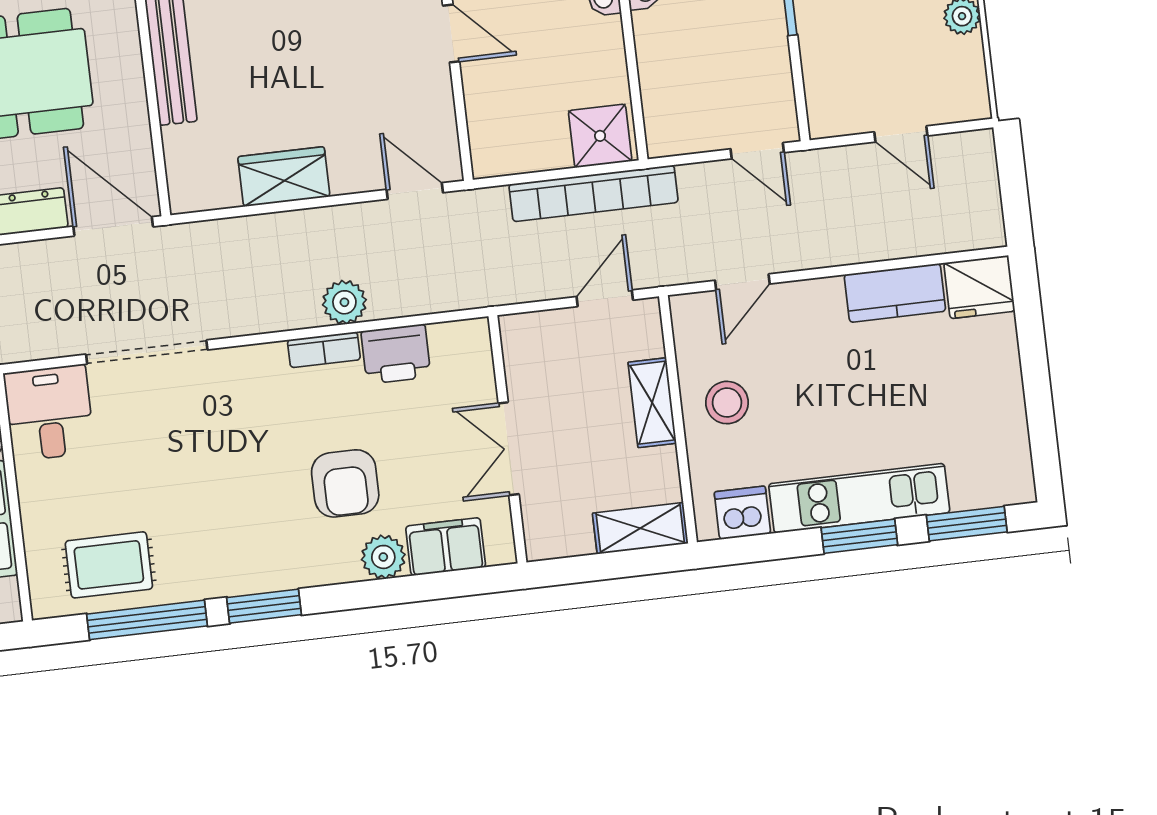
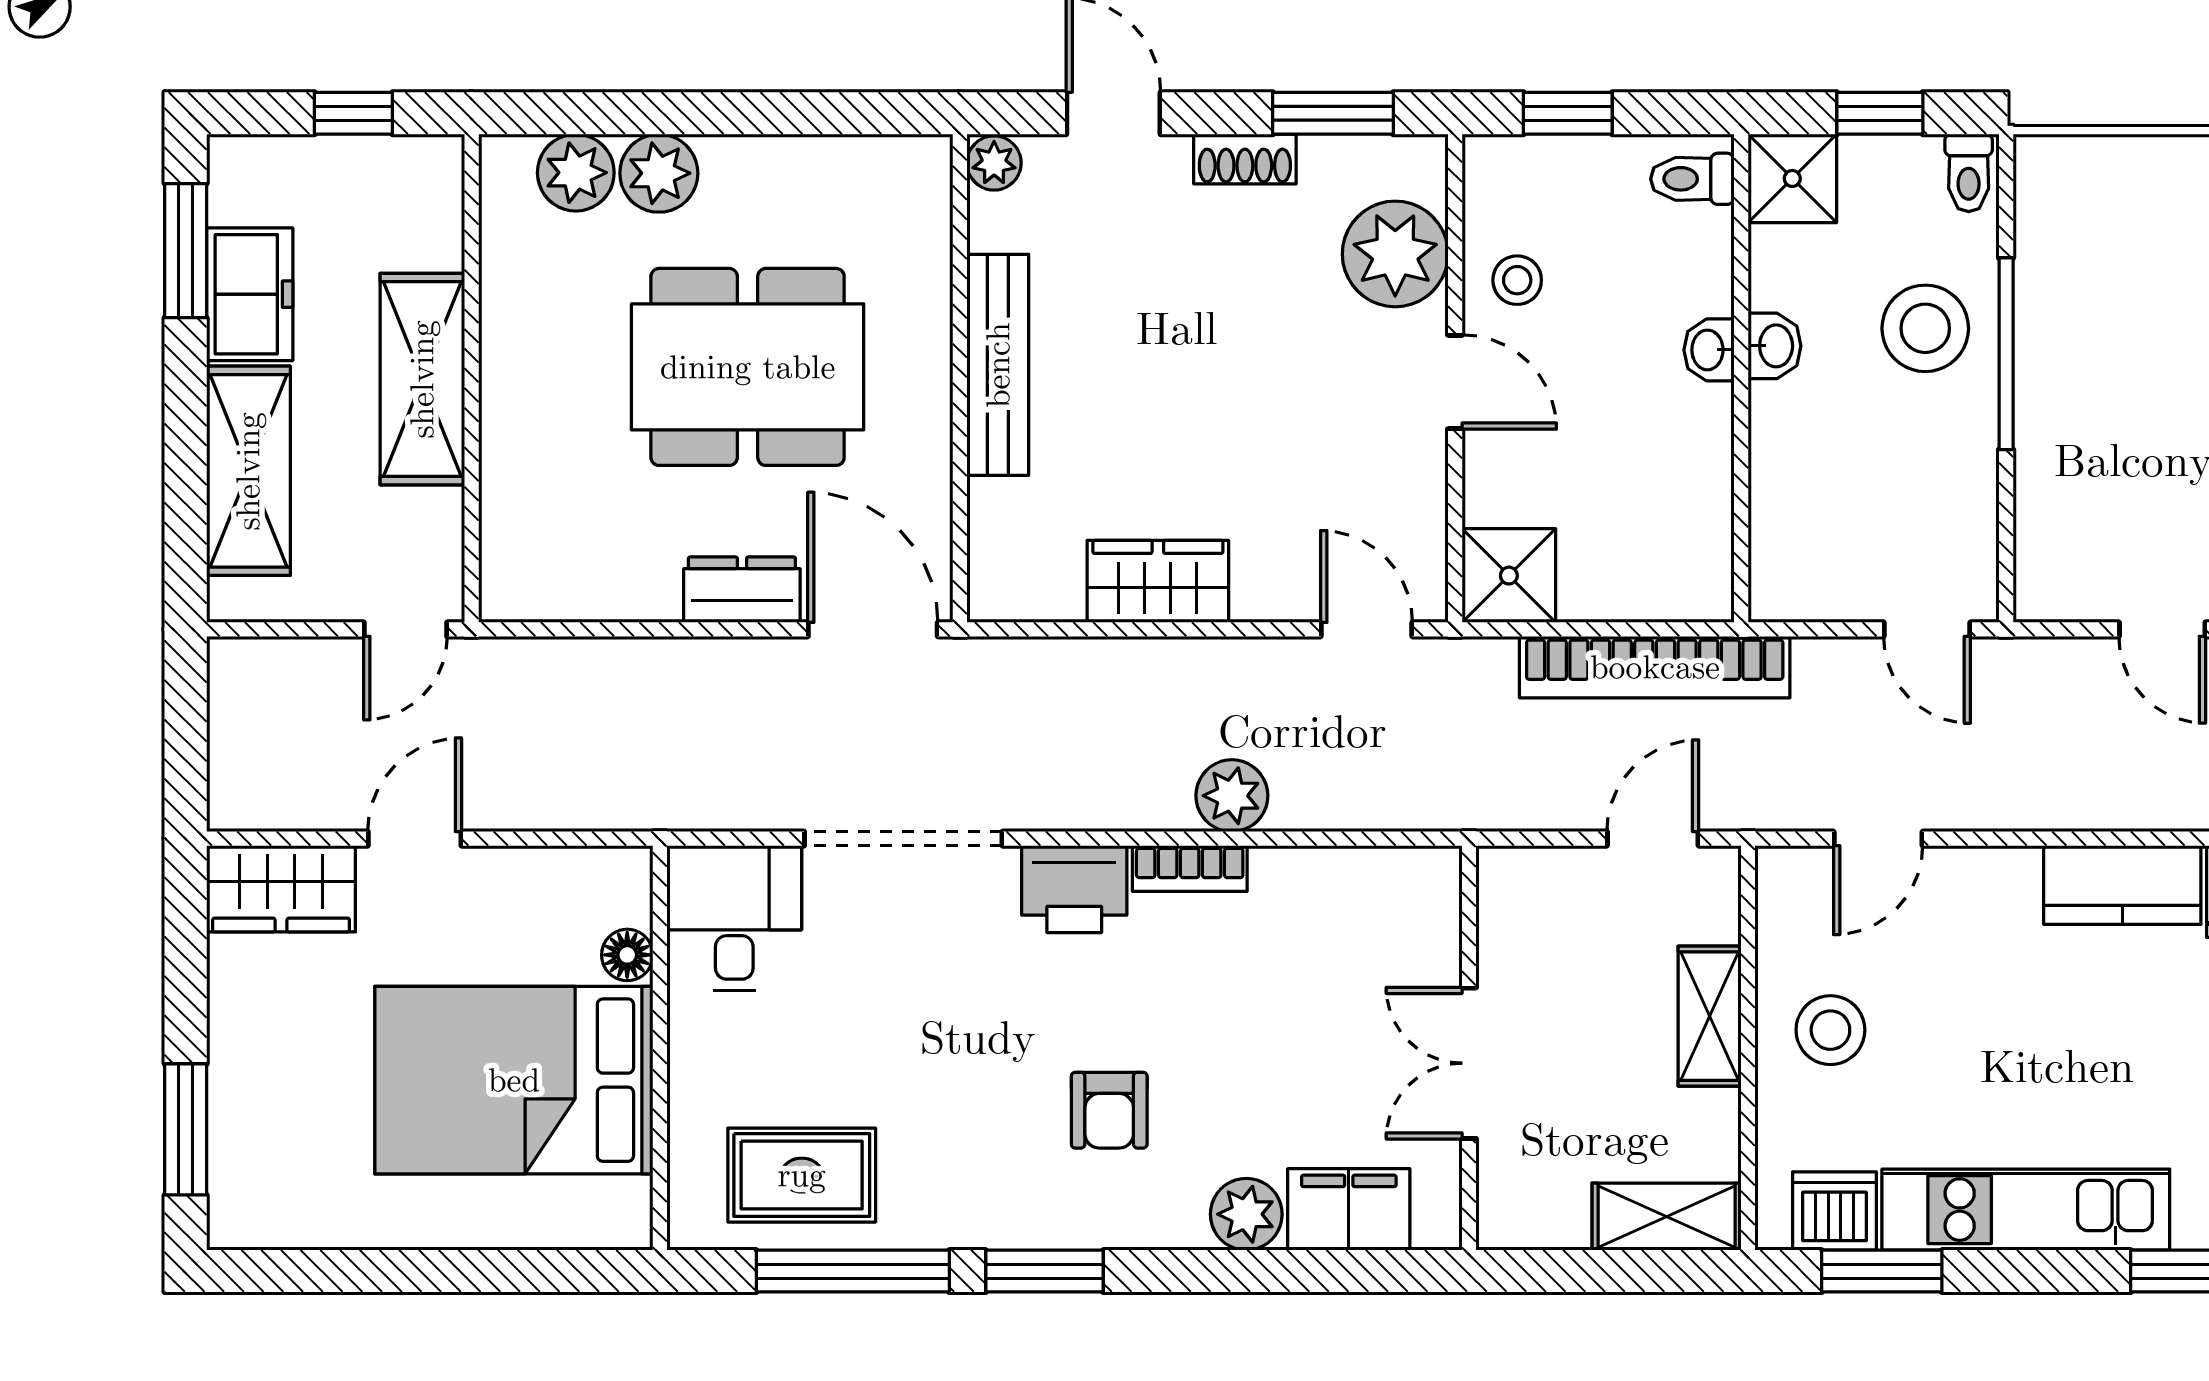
shower: (600, 136) -> (1509, 576), moved
printer: (396, 354) -> (1074, 889), moved
armchair: (345, 483) -> (1109, 1110), moved, width x0.72, depth x0.72
window: (859, 536) -> (1882, 1271), moved

